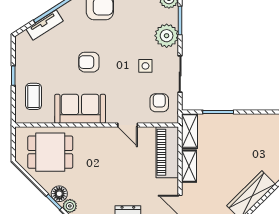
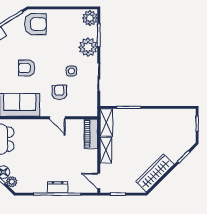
armchair: (159, 103) -> (59, 92), moved
piano: (167, 152) -> (91, 134), width x0.73, depth x0.75

